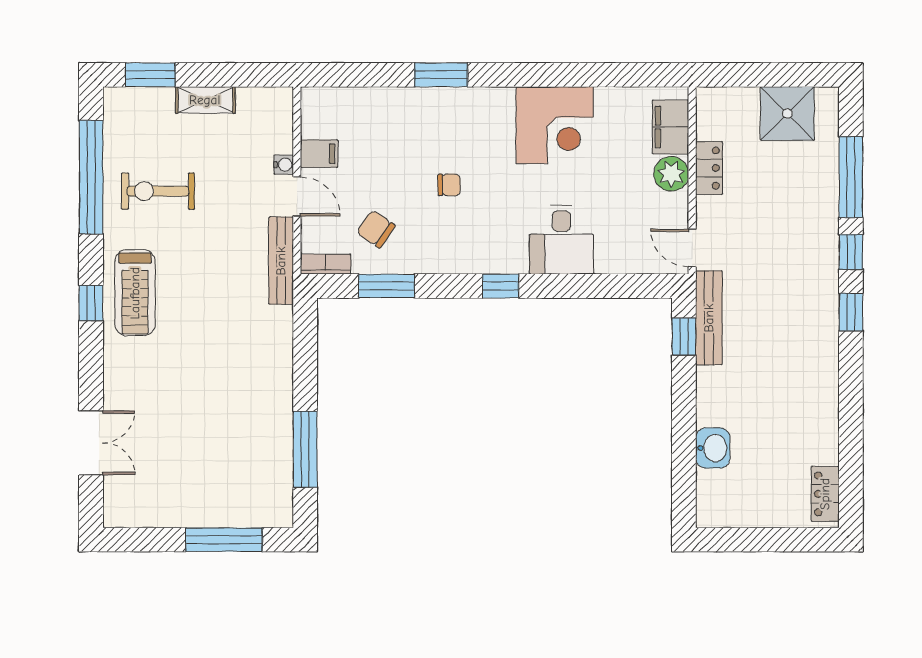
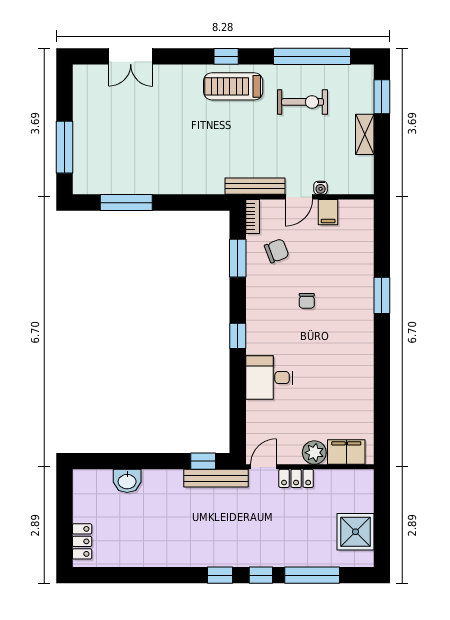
corner desk: (555, 125) -> (348, 373), removed
locker: (709, 168) -> (296, 478), moved
exercise bike: (158, 191) -> (302, 102), turned 90
chair: (376, 229) -> (277, 251), turned 35
locker: (825, 494) -> (82, 541), moved, turned 90

